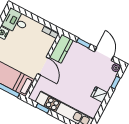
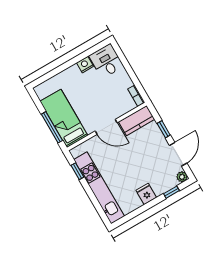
door: (43, 66) -> (106, 127), hinge flipped

